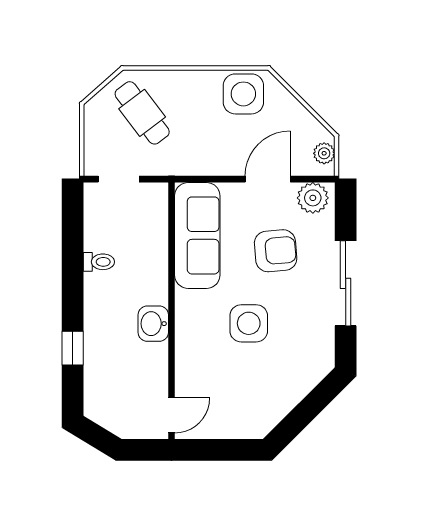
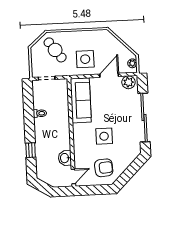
side table: (243, 94) -> (85, 59), moved
armchair: (276, 251) -> (104, 168), moved
sliding door: (346, 283) -> (144, 118), width x1.36
washbasin: (153, 324) -> (65, 158), moved

